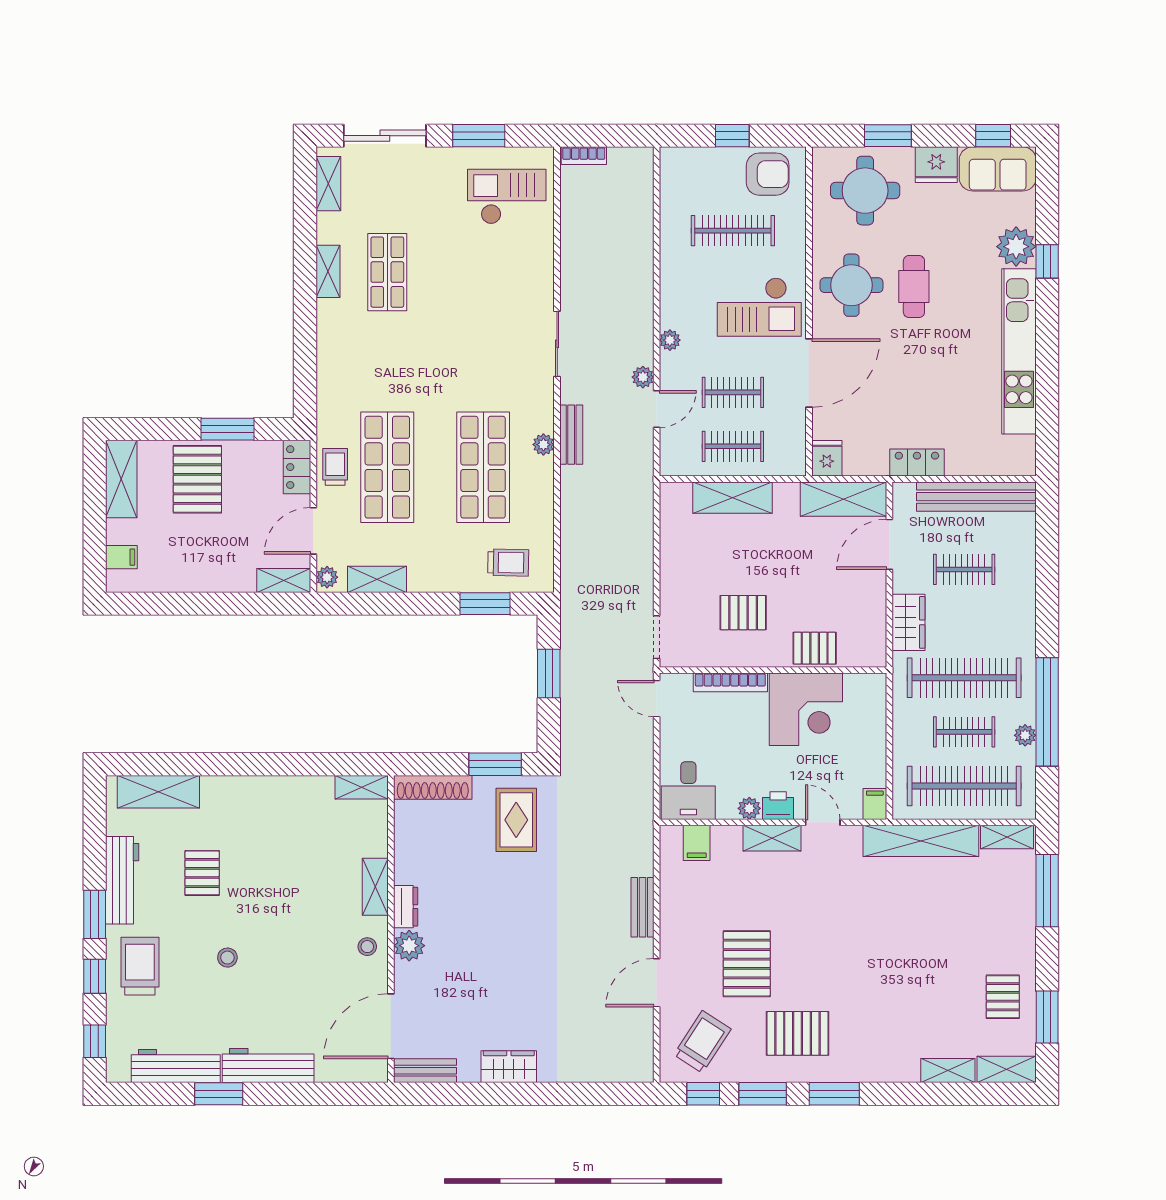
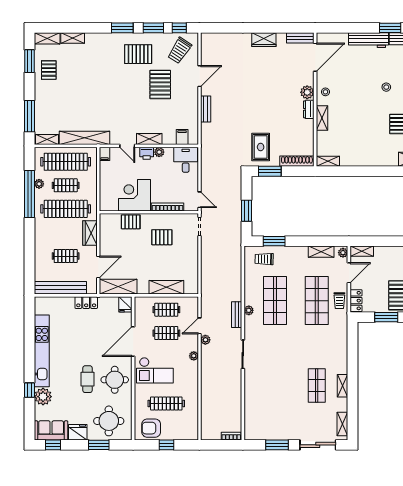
checkout: (507, 197) -> (265, 418), removed
checkout: (759, 307) -> (155, 370), turned 180

